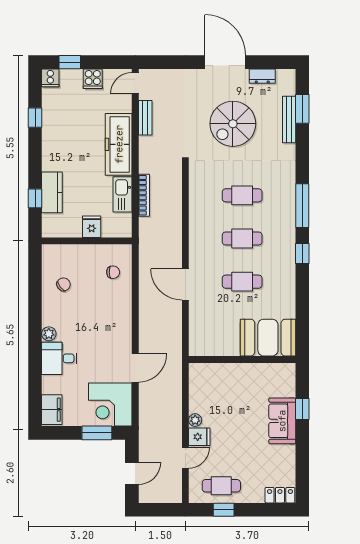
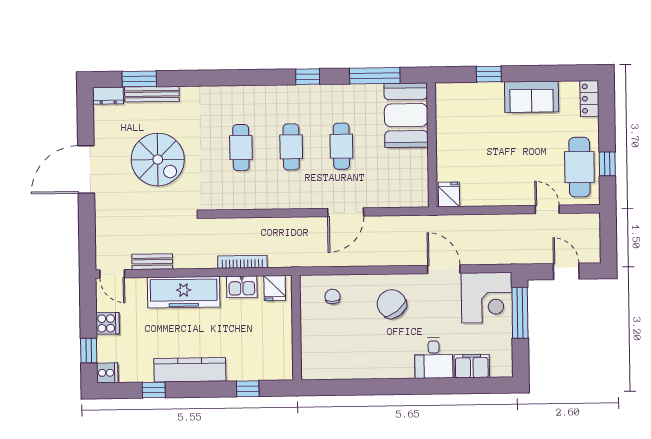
dresser: (262, 76) -> (108, 96), moved, turned 90
kitchen counter: (52, 192) -> (190, 370), moved, width x1.50
kitchen sink: (123, 194) -> (242, 287), width x0.73
window: (302, 206) -> (375, 76), moved
fridge: (92, 227) -> (275, 288), moved, turned -90
chair: (64, 284) -> (392, 304), moved, width x1.87, depth x1.87
plant: (49, 334) -> (405, 370), removed
filing cabinet: (52, 410) -> (472, 366), moved
plant: (195, 420) -> (503, 199), removed
sofa: (282, 421) -> (532, 97), moved
window: (97, 433) -> (520, 313), width x1.44
fridge: (199, 437) -> (449, 194), moved
cafe table: (221, 486) -> (579, 167), width x1.37, depth x1.35

